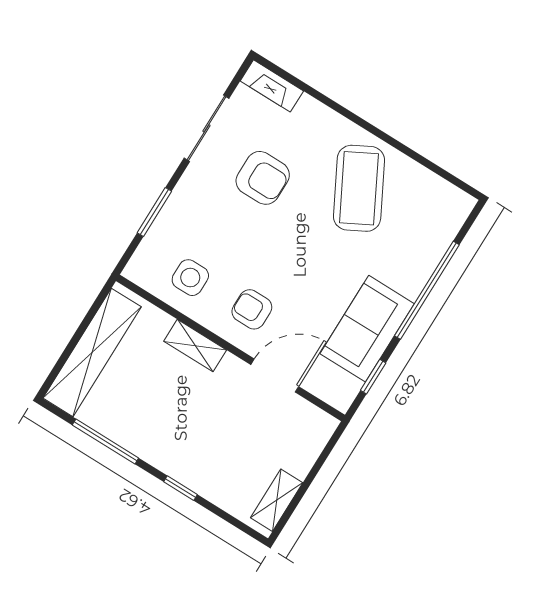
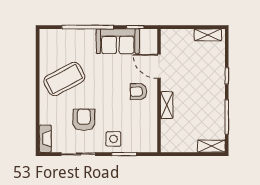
side table: (190, 278) -> (113, 139), moved
armchair: (252, 309) -> (138, 92), turned 90
shelving: (92, 352) -> (211, 146), width x0.45, depth x0.75

